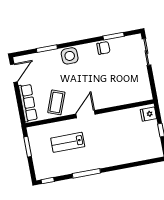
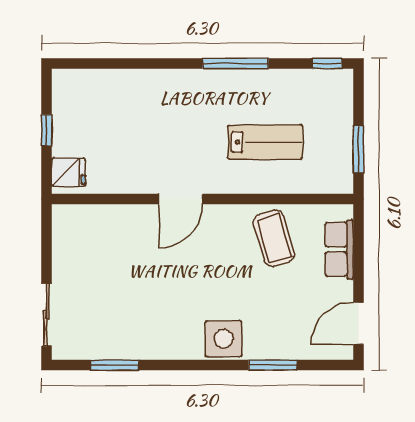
chair: (103, 48) -> (143, 343), removed
coffee table: (56, 102) -> (274, 238), turned -37
row of seats: (28, 103) -> (339, 249), width x0.68
door: (86, 114) -> (181, 199), moved

